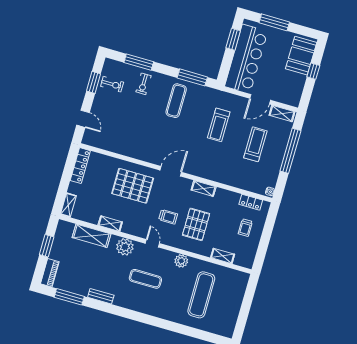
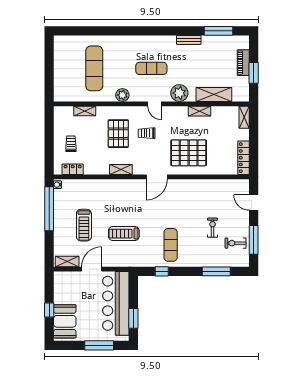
window: (192, 77) -> (162, 271), width x0.46
window: (93, 82) -> (254, 240), width x1.44
exercise bike: (143, 84) -> (213, 228), moved
treadmill: (219, 125) -> (124, 234), turned -90
window: (290, 151) -> (49, 209), moved
piano: (50, 273) -> (243, 63), moved

